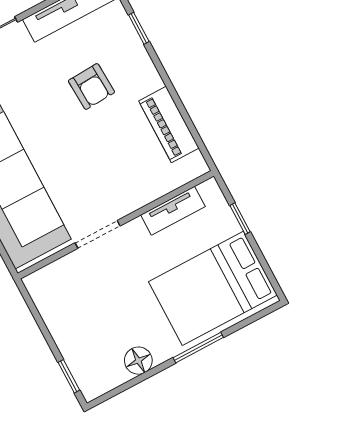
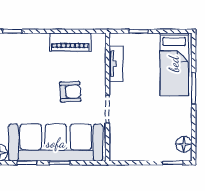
armchair: (91, 86) -> (70, 92), moved
bed: (213, 288) -> (174, 64), width x0.67
floor lamp: (138, 361) -> (184, 144), moved

